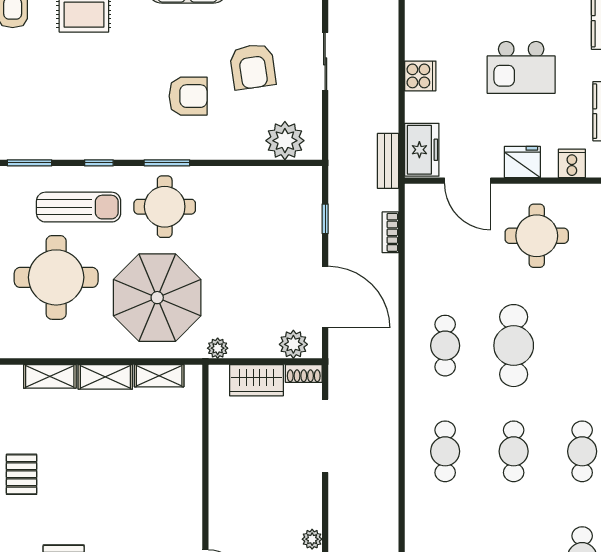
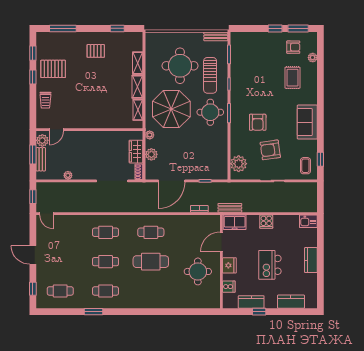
plant: (293, 344) -> (151, 154), moved

